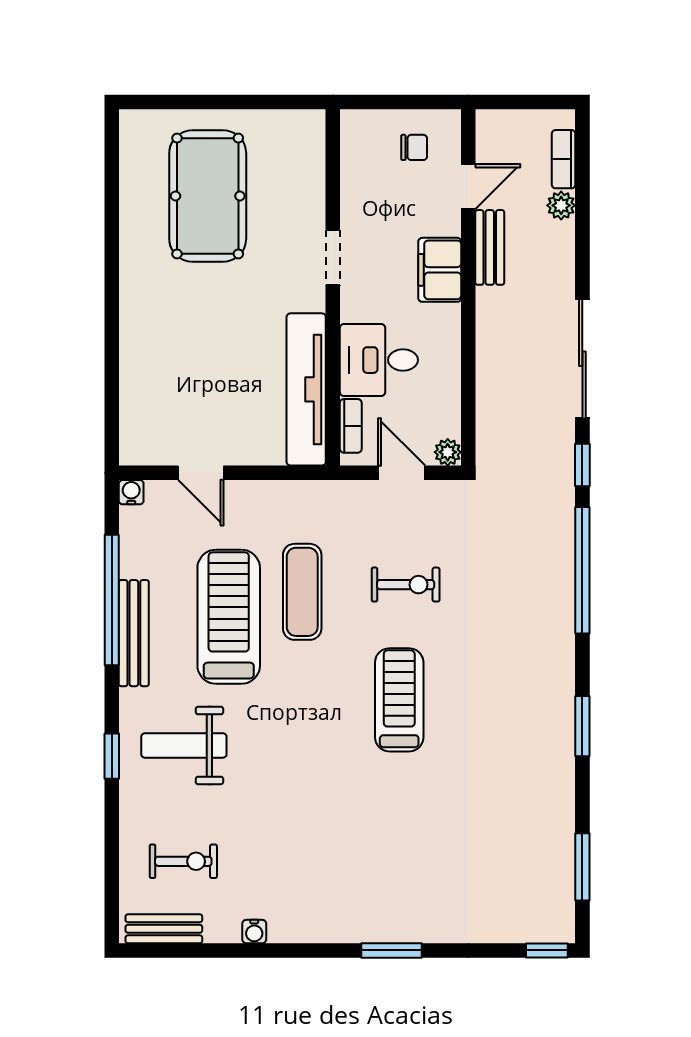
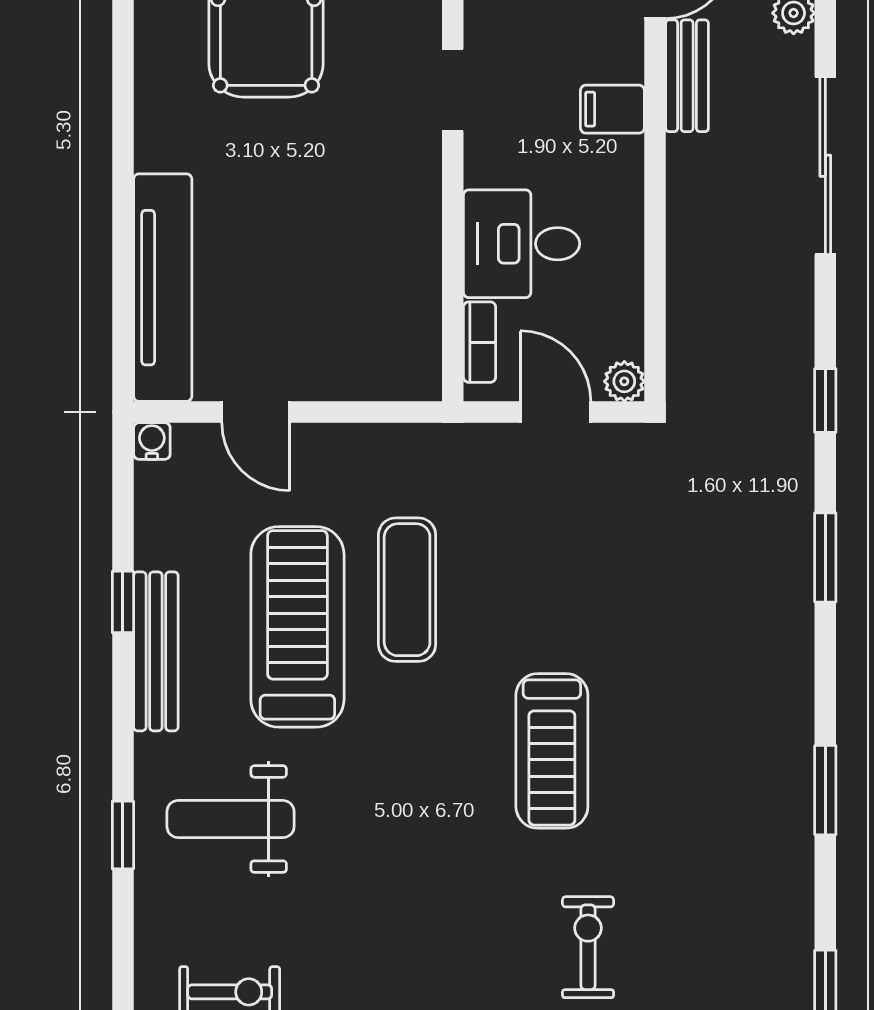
filing cabinet: (440, 270) -> (612, 109), width x0.50
sliding door: (582, 359) -> (825, 166), moved
tv unit: (306, 389) -> (163, 288), moved, turned 180
window: (582, 570) -> (825, 557), width x0.47
exercise bike: (406, 585) -> (588, 947), moved, turned -90
window: (112, 600) -> (123, 602), width x0.32
treadmill: (399, 700) -> (552, 751), turned 180

